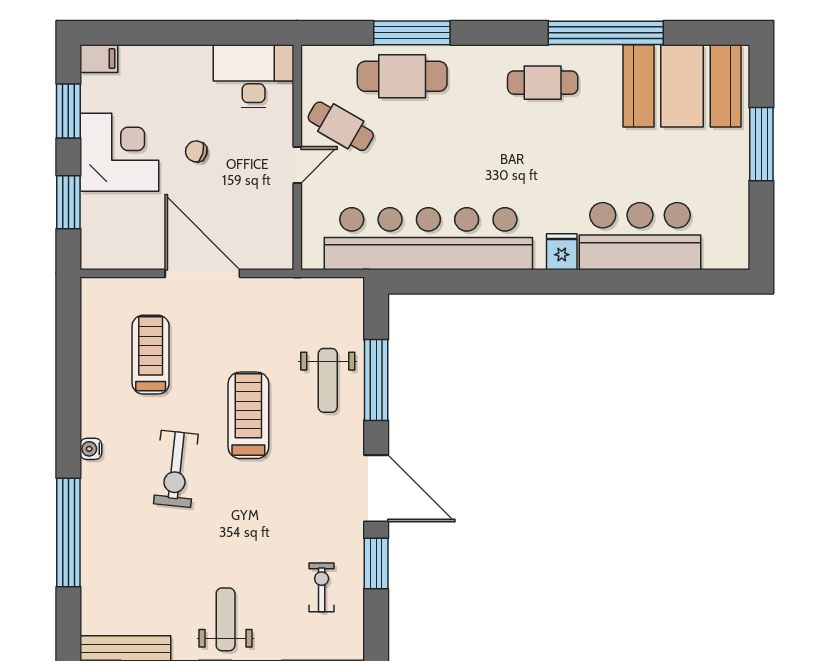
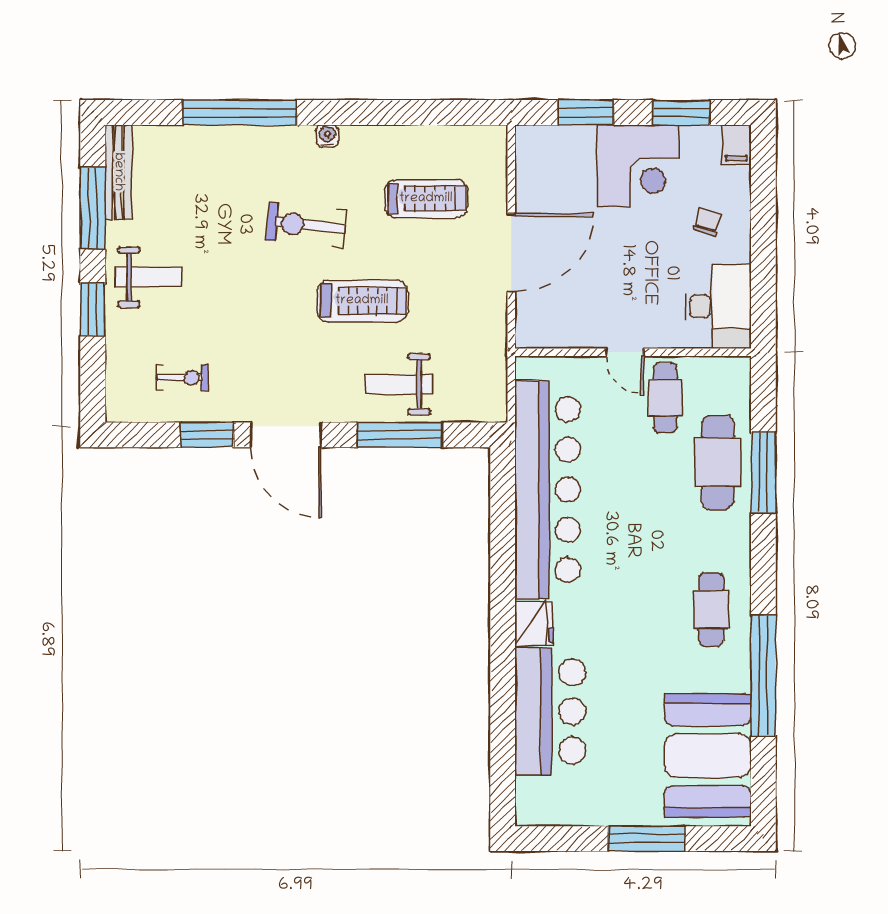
cafe table: (341, 126) -> (665, 398), turned -30
chair: (196, 151) -> (707, 222), moved
fridge: (562, 252) -> (534, 623), width x1.38
door: (376, 488) -> (286, 435), hinge flipped

